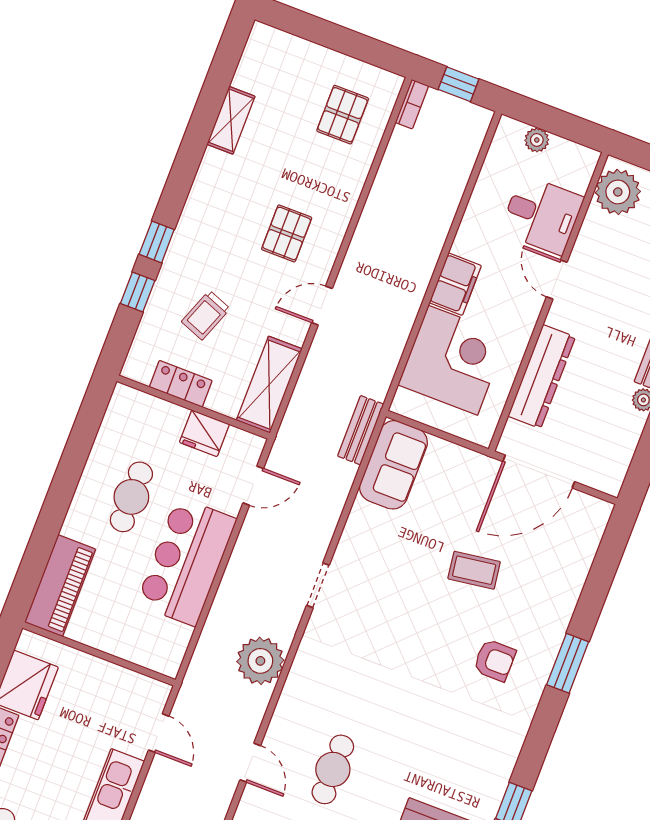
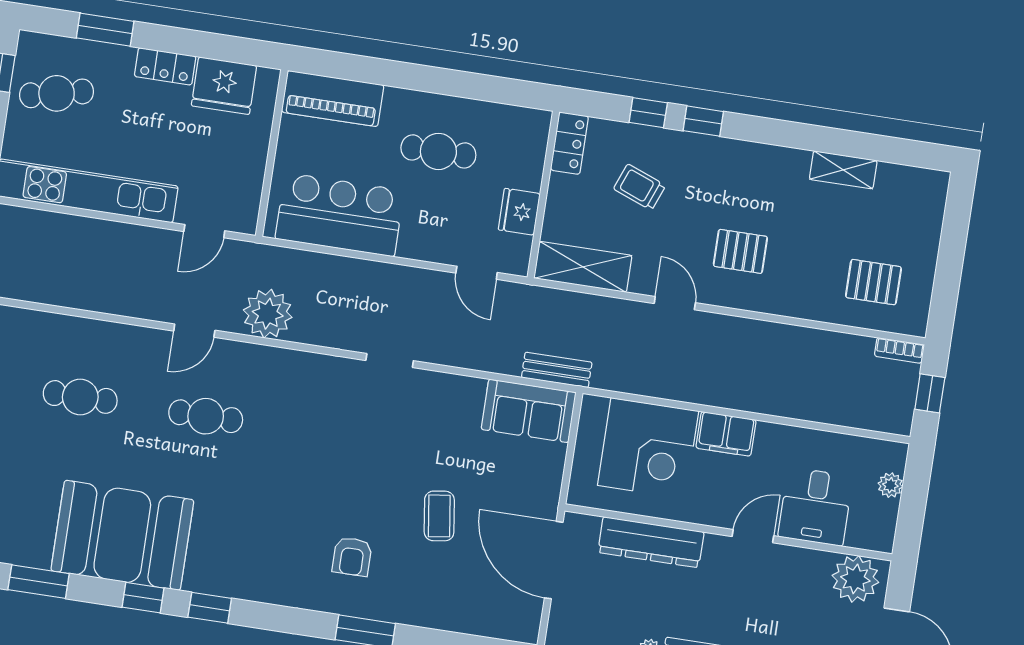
locker: (181, 384) -> (569, 143), moved
bar counter: (186, 562) -> (340, 215), moved
plant: (260, 661) -> (268, 314), moved

